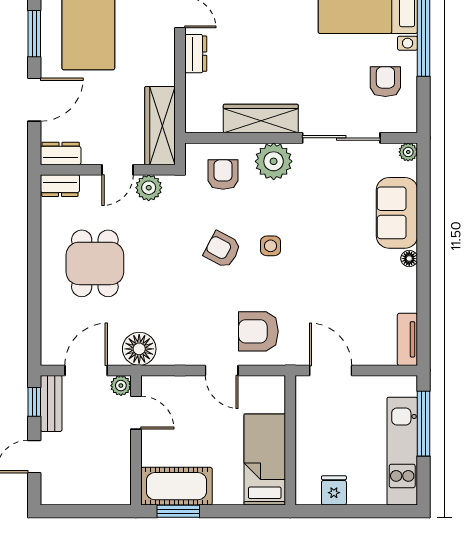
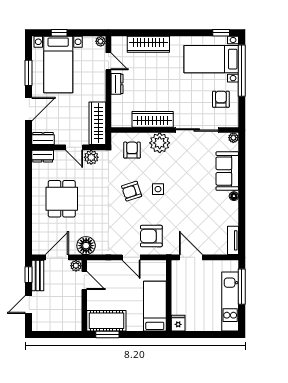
door: (118, 170) -> (74, 147), hinge flipped
armchair: (222, 250) -> (132, 191), turned -46
fridge: (334, 490) -> (178, 323), moved

